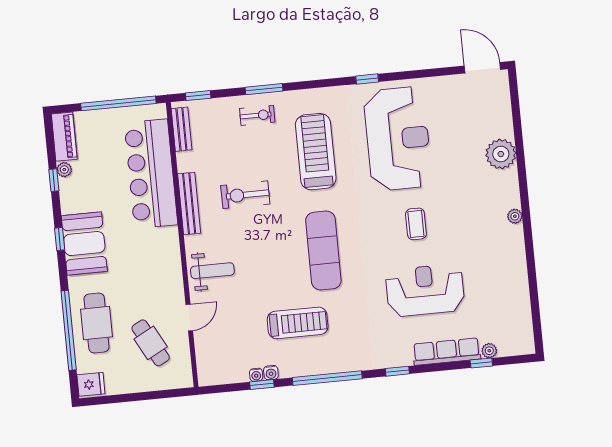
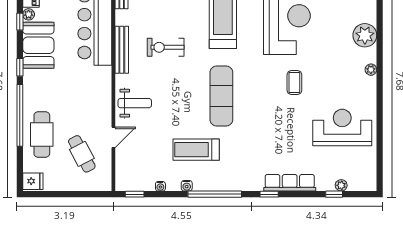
plant: (515, 216) -> (371, 70), moved
booth: (84, 244) -> (38, 45), moved
reception desk: (425, 290) -> (342, 128), moved
treadmill: (298, 323) -> (196, 150), turned 180
window: (69, 330) -> (20, 115), moved
row of seats: (447, 352) -> (290, 183), moved
water cooler: (271, 373) -> (187, 186), moved
window: (262, 385) -> (135, 194), moved

